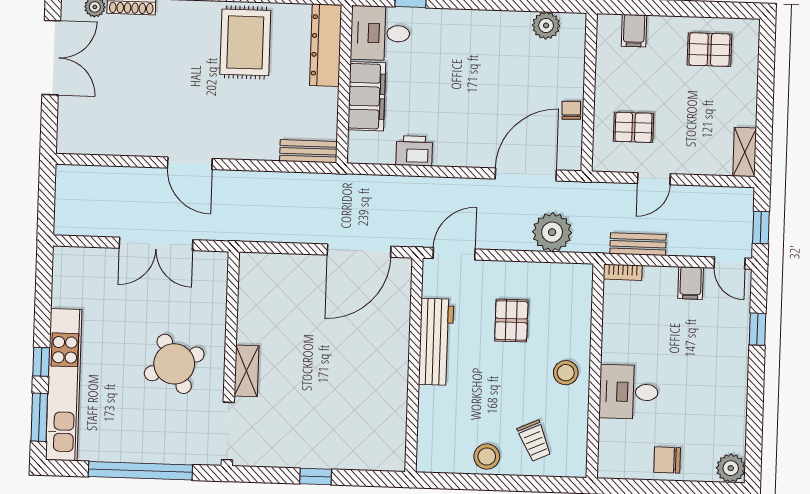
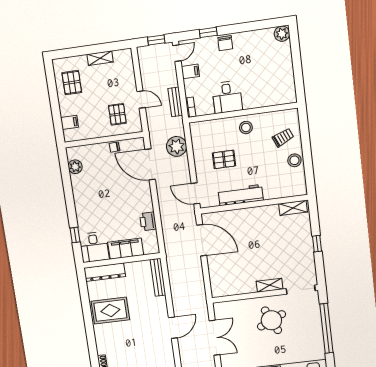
bench: (308, 151) -> (158, 277), width x1.36
shelving: (745, 152) -> (100, 58), moved
desk: (629, 392) -> (227, 97), moved
shelving: (394, 440) -> (293, 208), added
chair: (667, 460) -> (225, 43), moved

